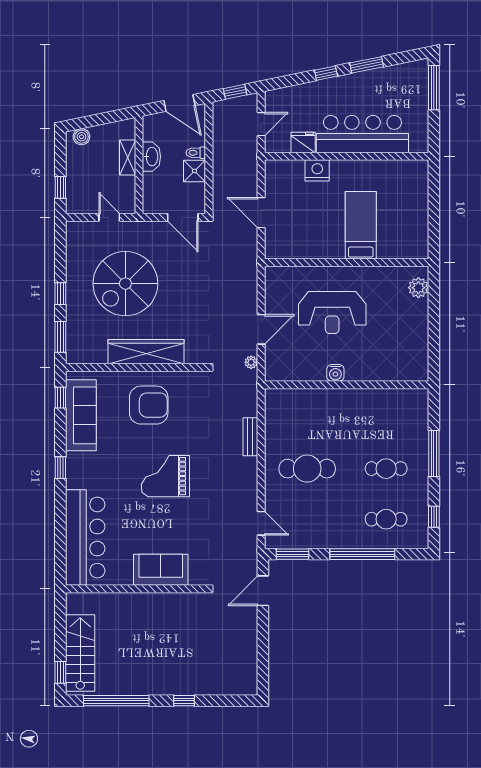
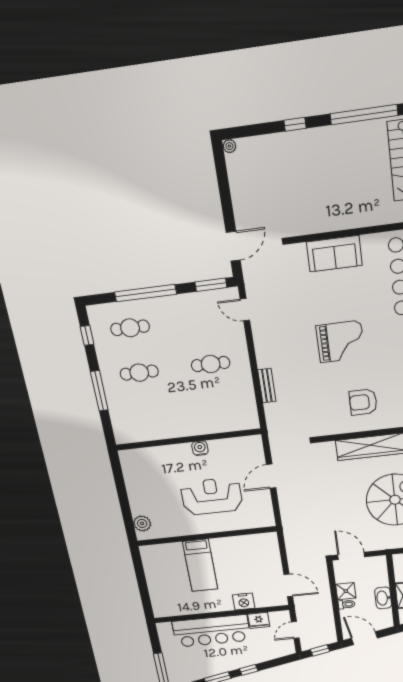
door: (261, 213) -> (288, 585), moved
plant: (251, 362) -> (229, 146), moved
armchair: (149, 405) -> (363, 402), width x0.73, depth x0.73
cafe table: (307, 469) -> (211, 364), width x0.73, depth x0.74

